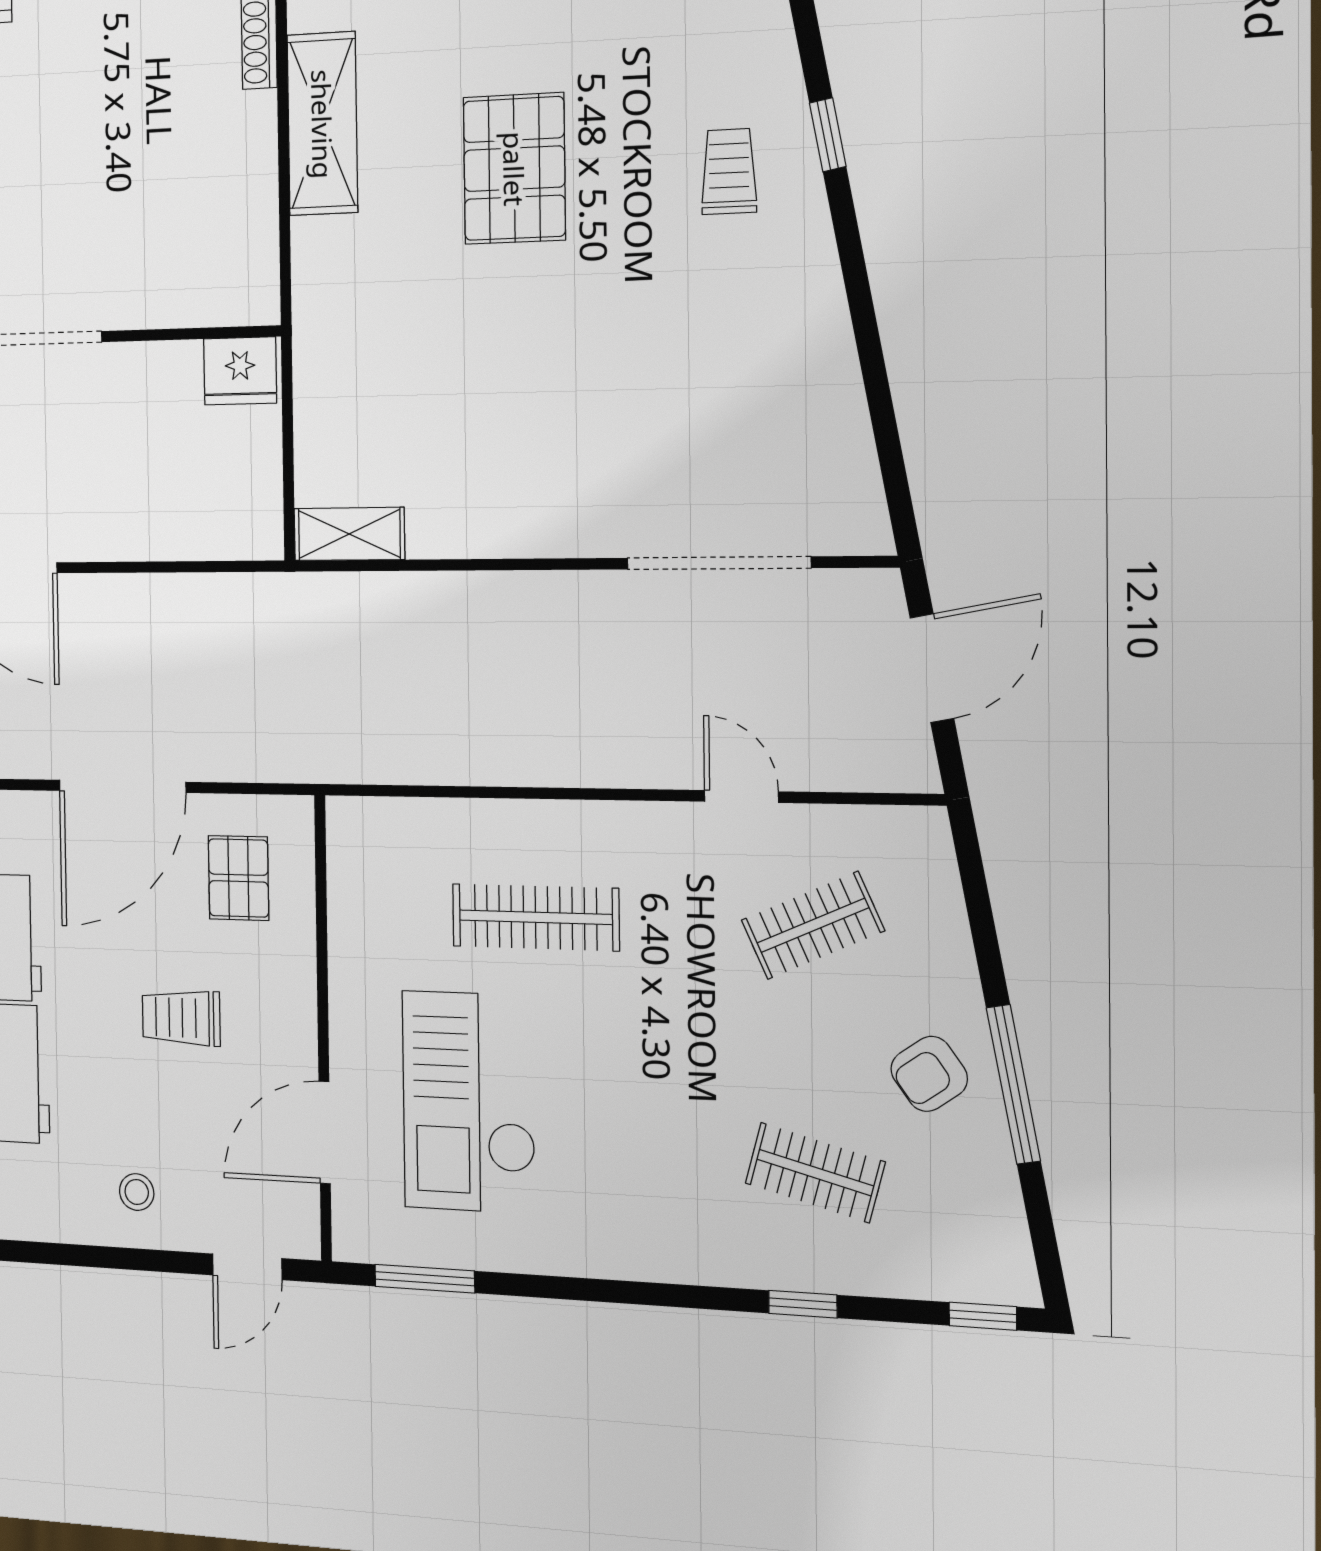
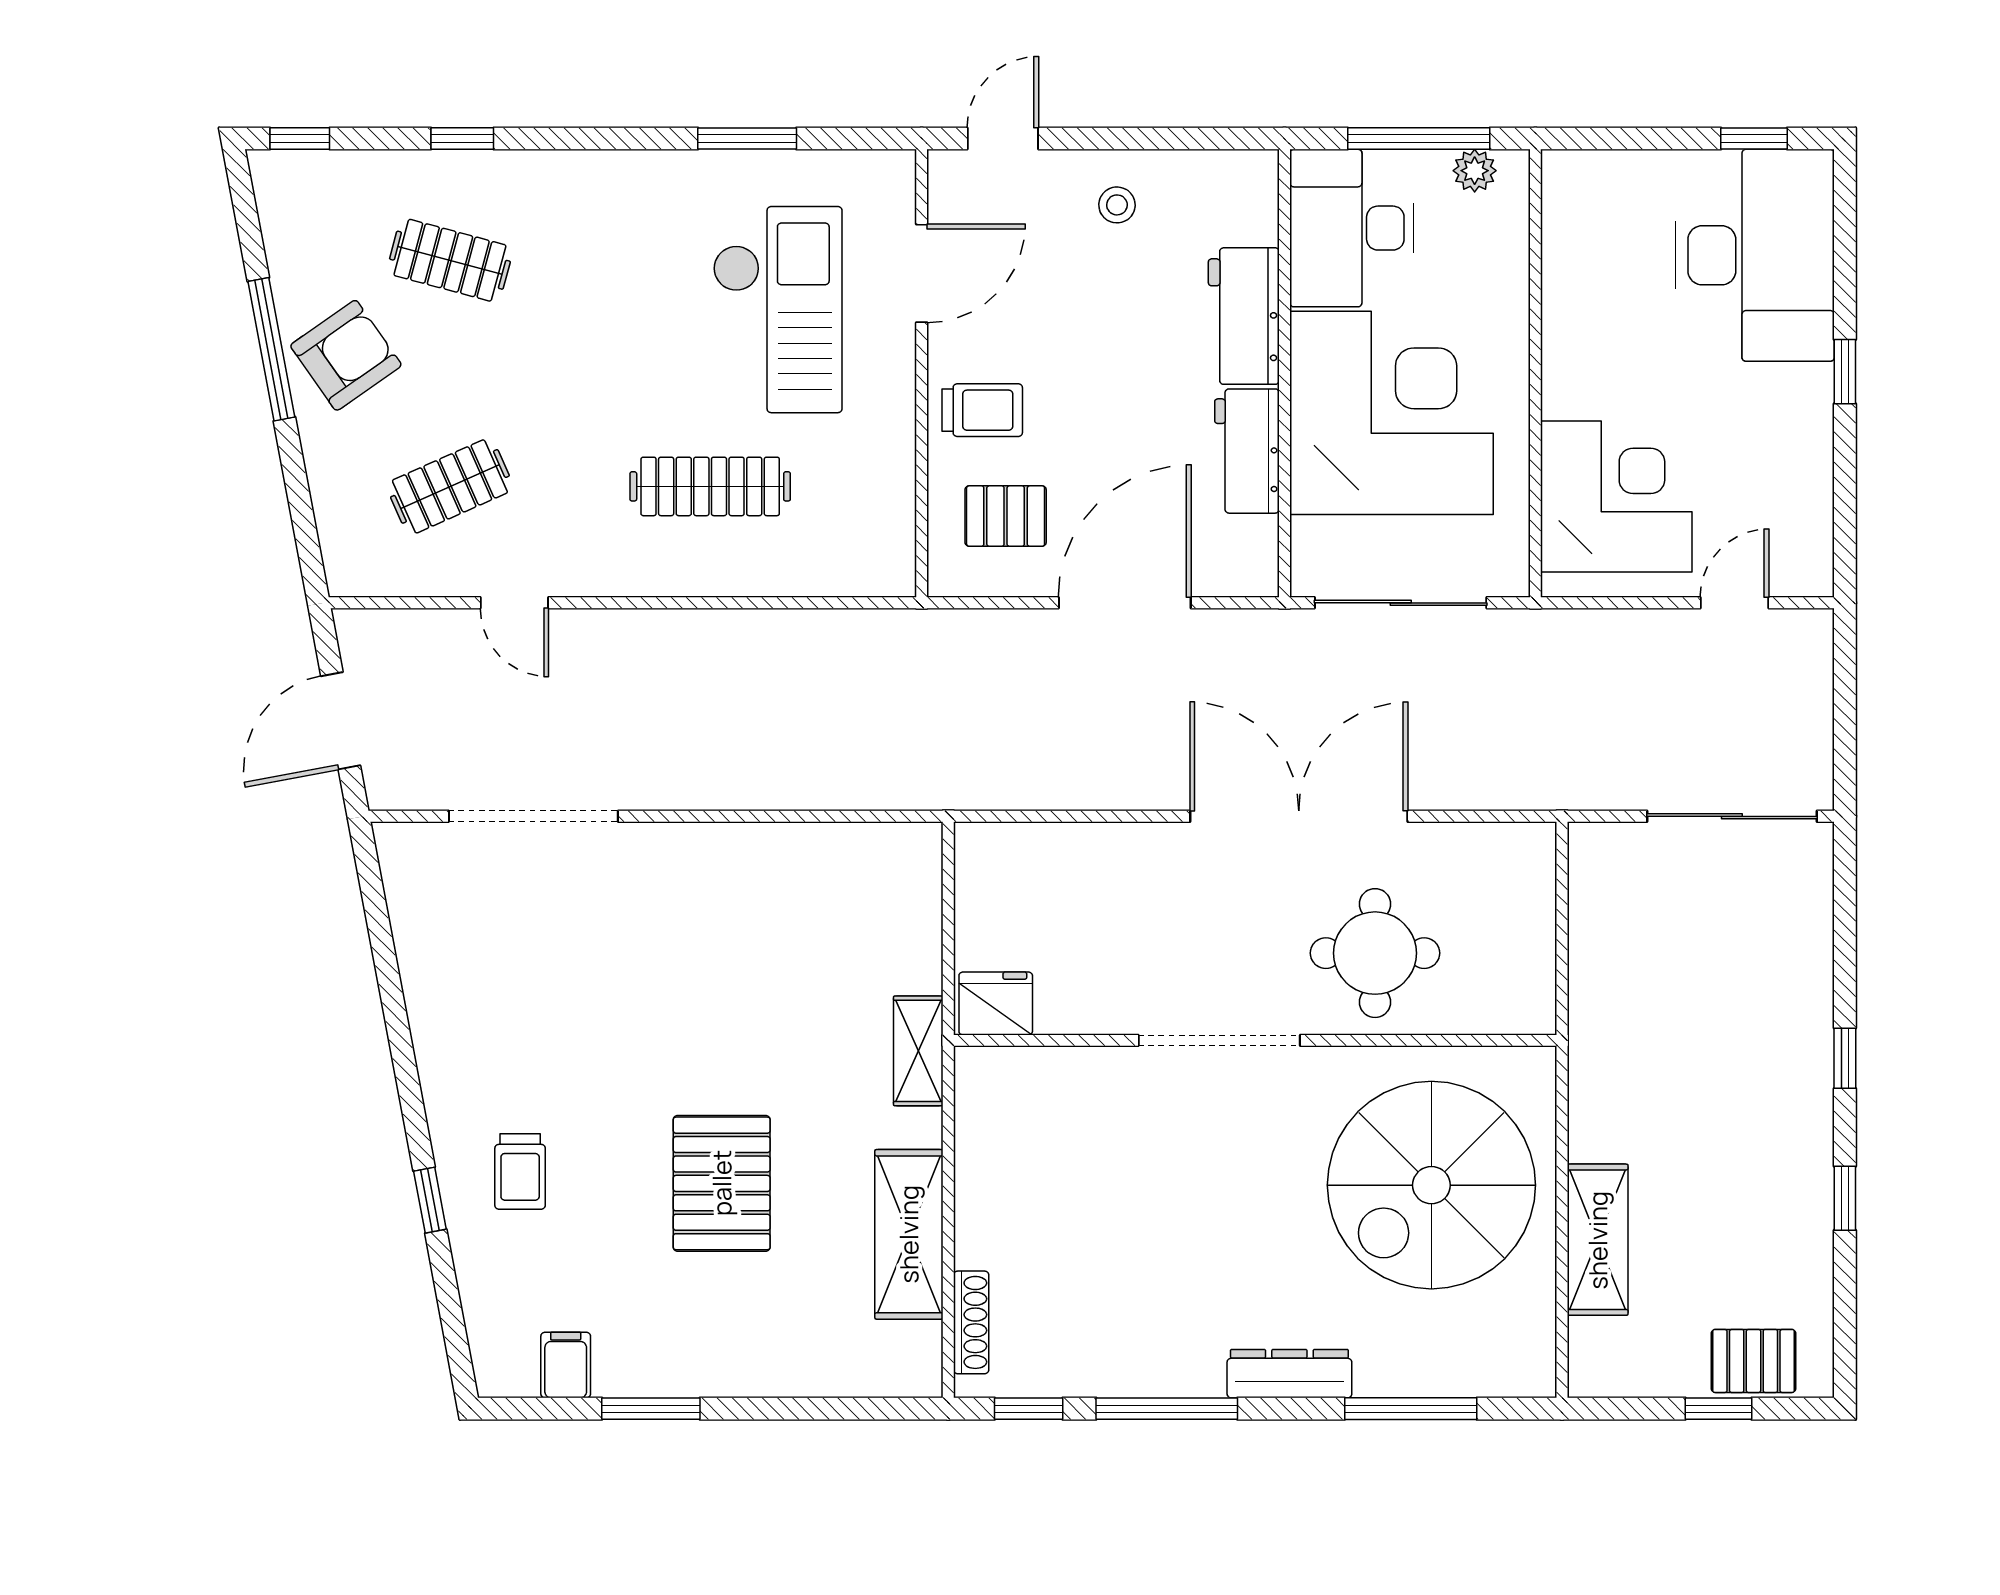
shelving: (349, 534) -> (918, 1051), moved, turned 90
pallet: (238, 878) -> (1006, 516), turned 90
trolley: (181, 1018) -> (982, 410), moved
armchair: (929, 1074) -> (346, 355), width x1.38, depth x1.38
window: (425, 1279) -> (747, 138), moved

